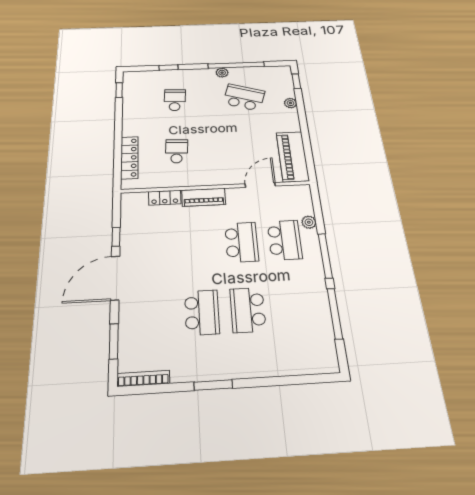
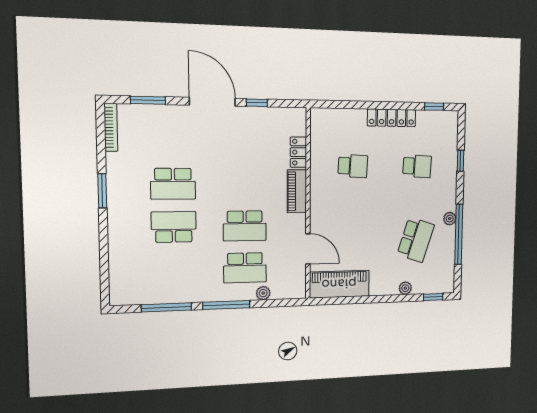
locker: (130, 158) -> (392, 118), moved

